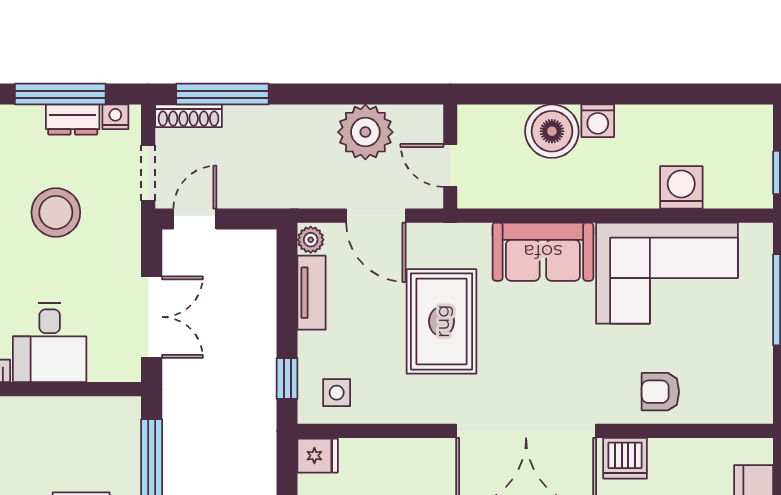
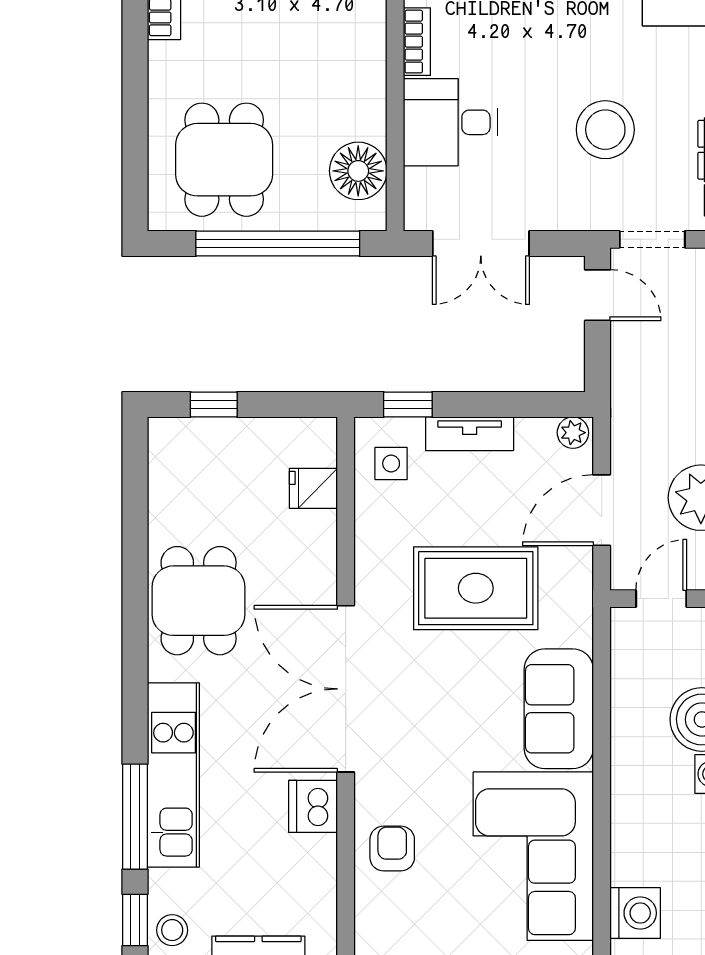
washing machine: (681, 187) -> (635, 913), moved
tv unit: (312, 293) -> (470, 434), moved
floor lamp: (91, 420) -> (358, 171), added
fridge: (318, 456) -> (313, 488), moved, turned 90

